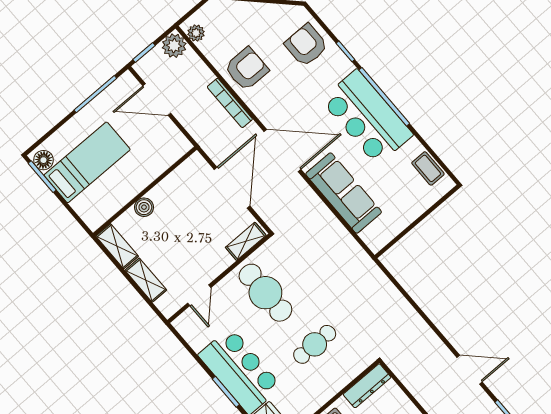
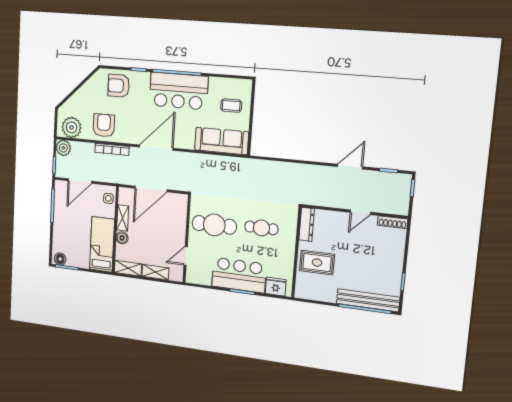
plant: (196, 33) -> (72, 127), width x1.87, depth x1.87
side table: (172, 150) -> (108, 198), added
bed: (87, 162) -> (102, 244), moved
coffee table: (428, 168) -> (231, 106), moved
door: (232, 188) -> (151, 189), swing flipped
sofa: (344, 193) -> (222, 141), moved
shelving: (246, 241) -> (123, 218), moved
door: (199, 295) -> (186, 256), swing flipped
cafe table: (315, 344) -> (261, 228), turned 90

